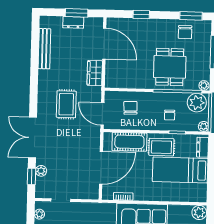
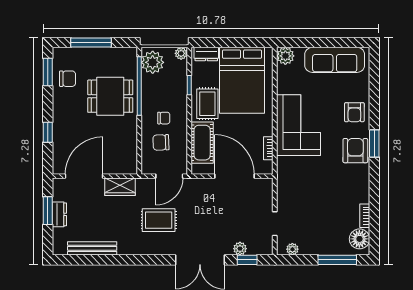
plant: (204, 85) -> (131, 54), removed
chair: (170, 115) -> (164, 118), moved
bed: (180, 170) -> (242, 80), width x1.50

